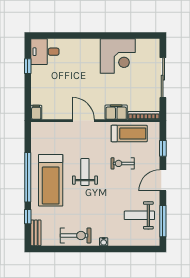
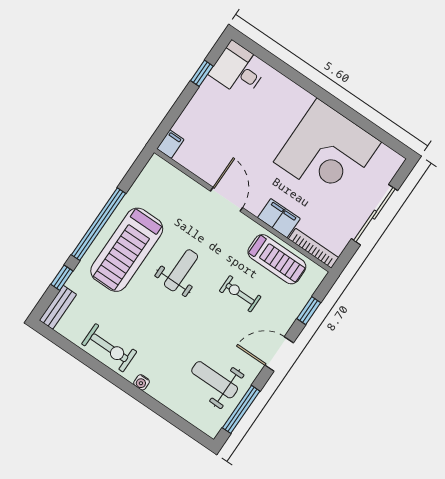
corner desk: (118, 56) -> (327, 152), width x1.36, depth x1.36

